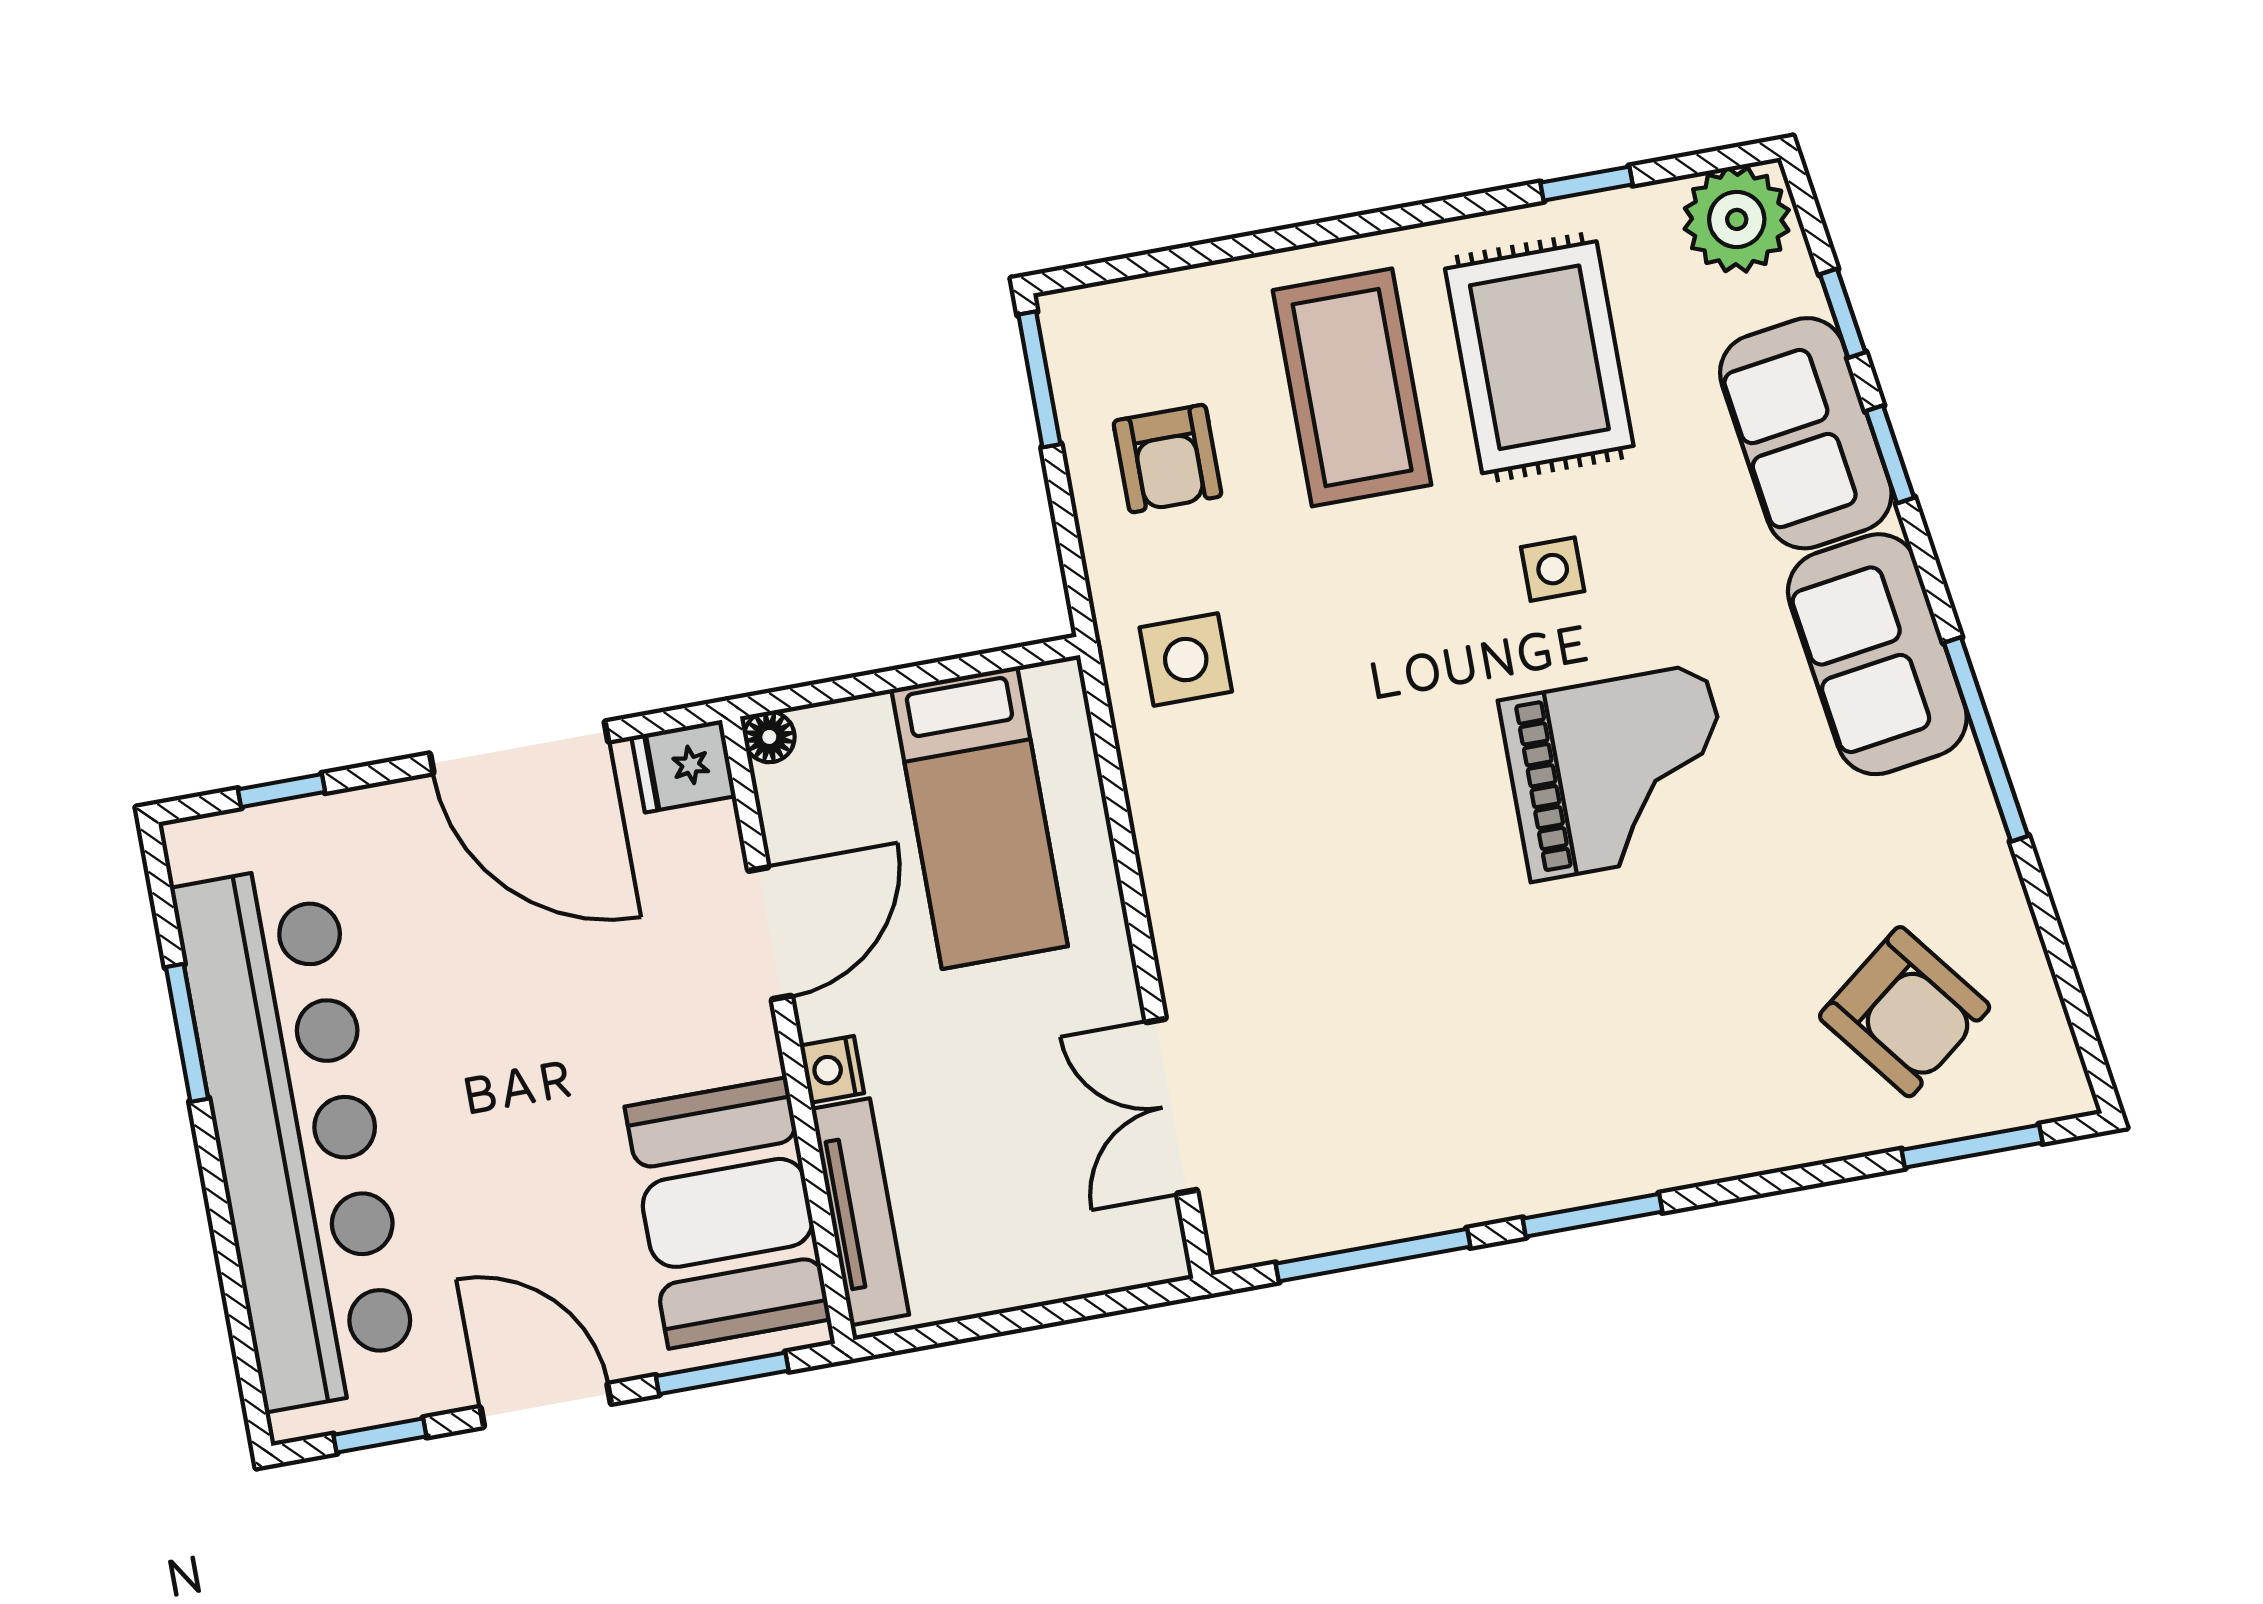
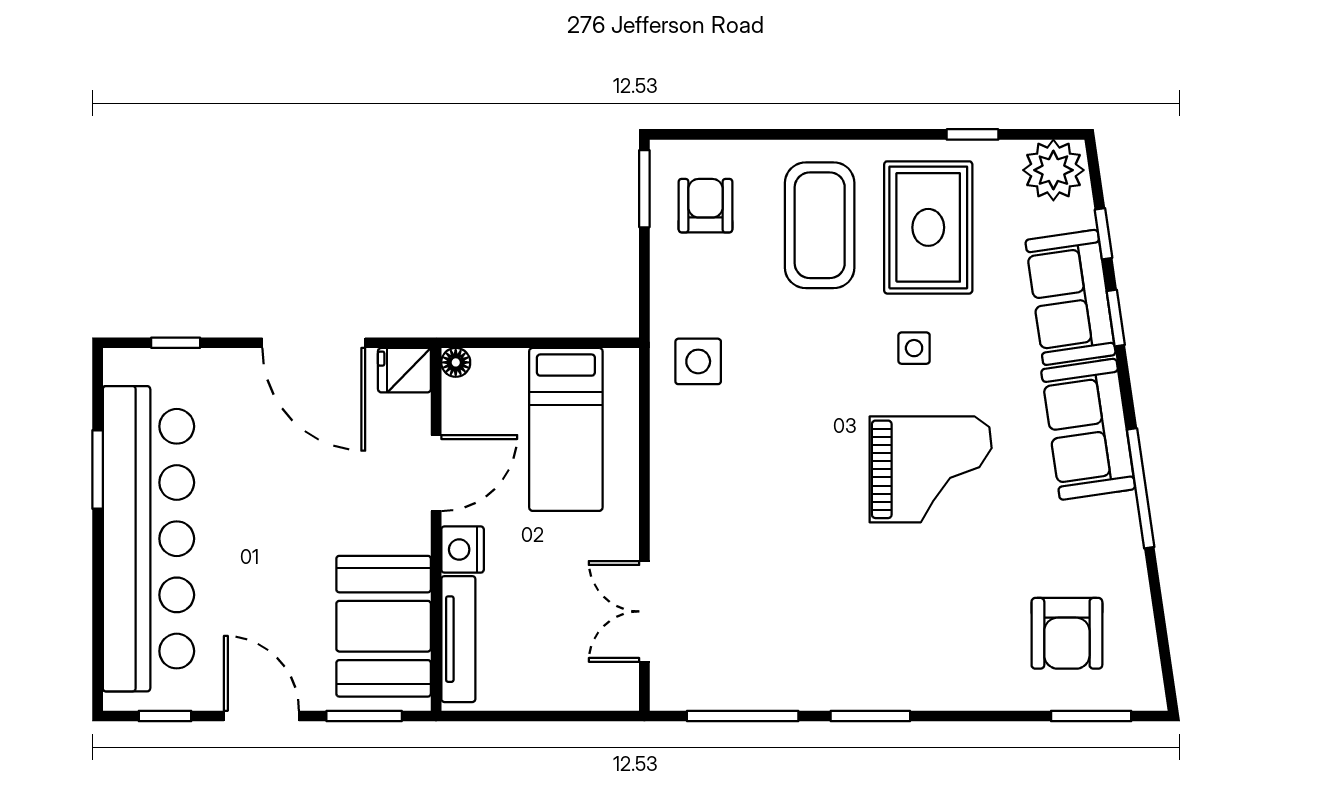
armchair: (1168, 459) -> (705, 206), moved, turned 180
armchair: (1905, 1012) -> (1067, 633), turned 38
nightstand: (832, 1069) -> (463, 550), width x1.39, depth x1.35

